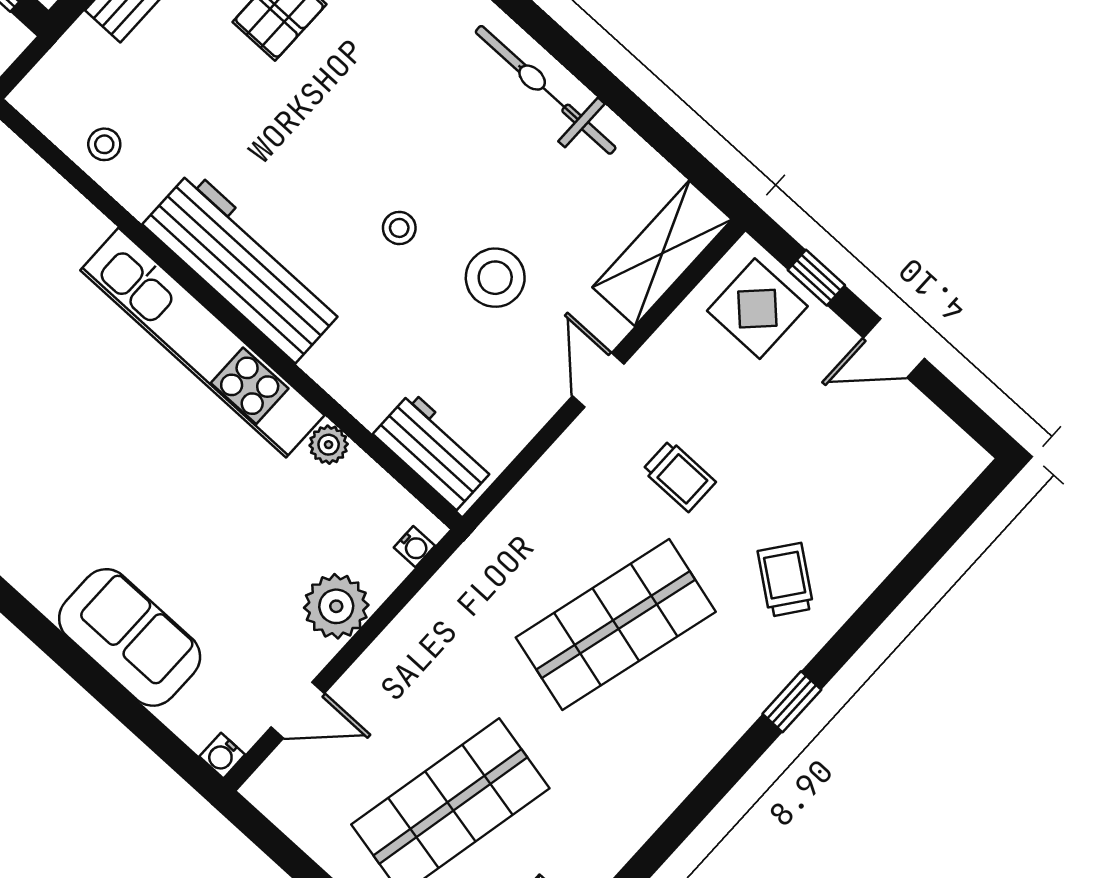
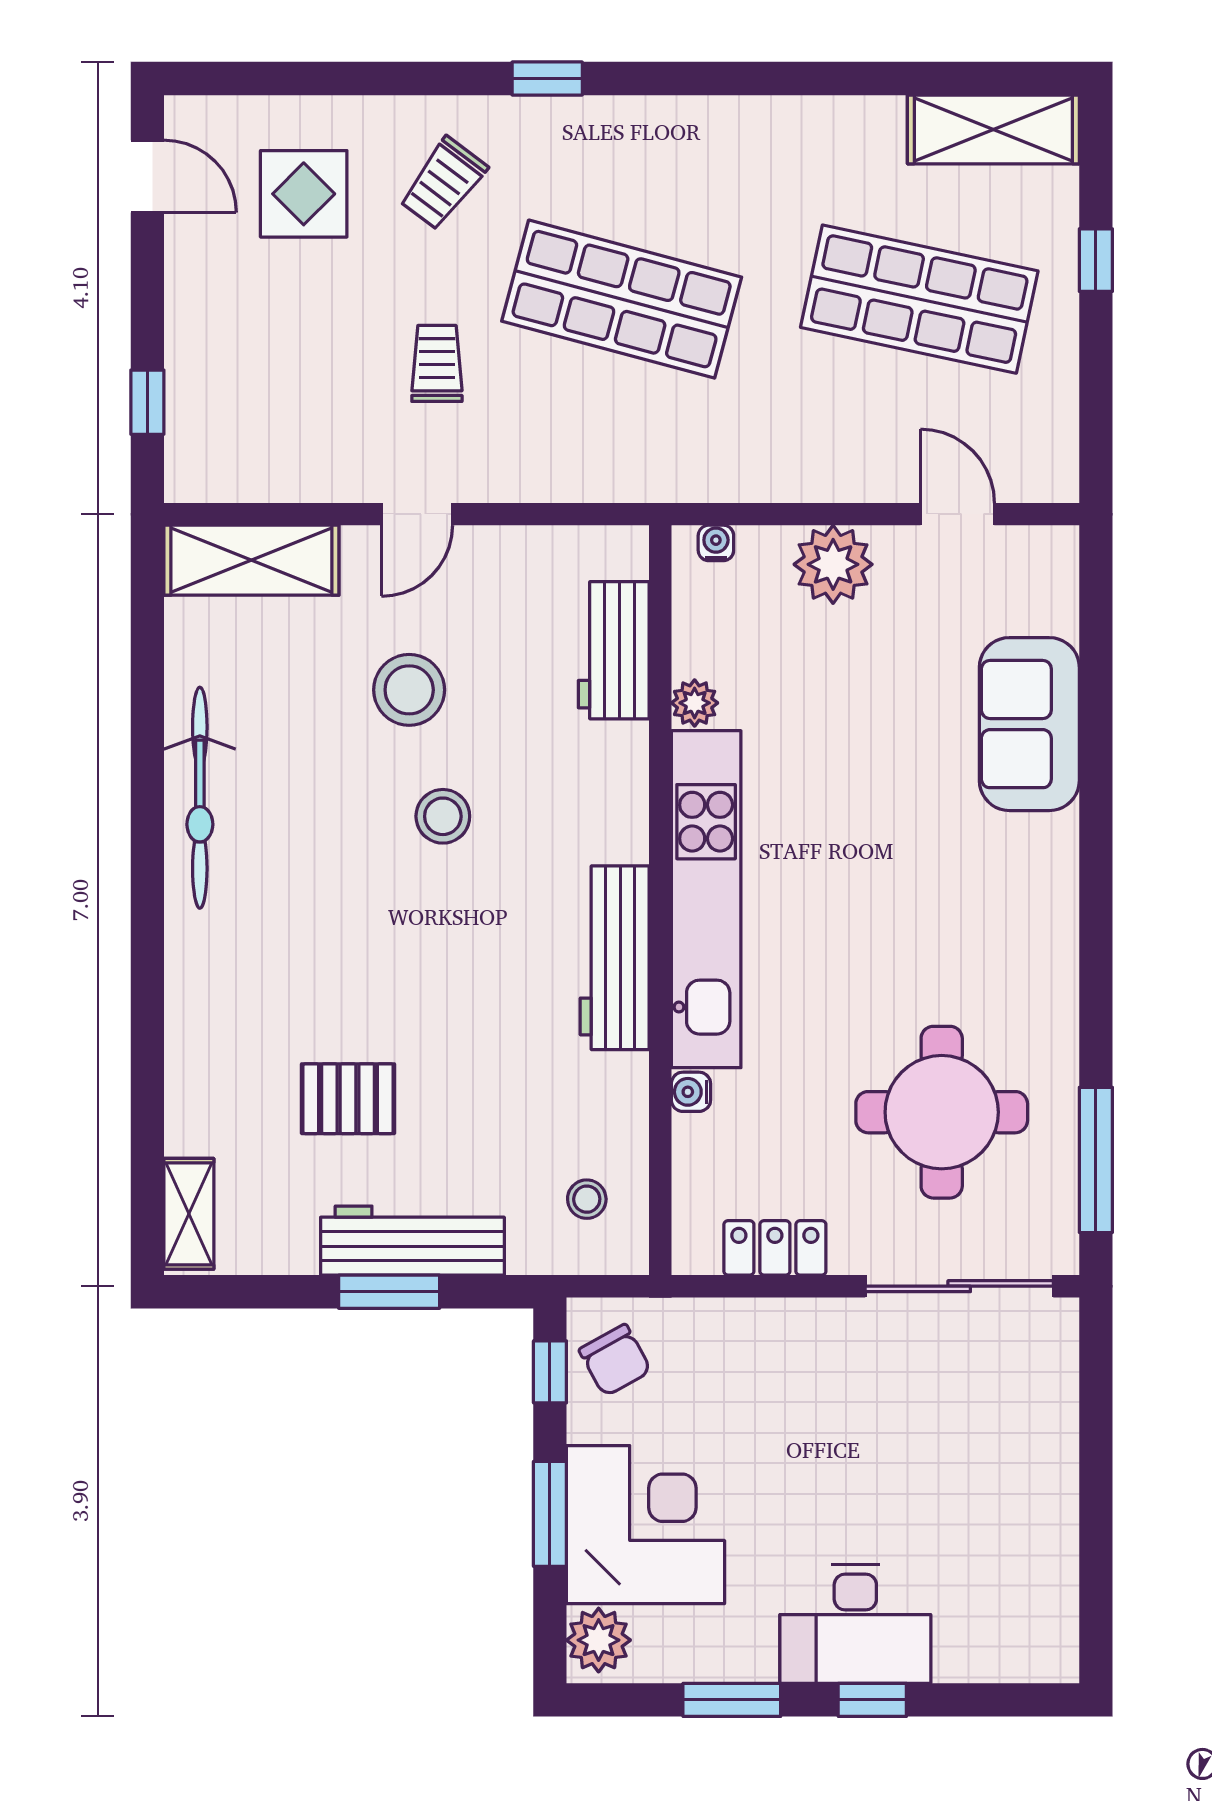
stool: (104, 144) -> (587, 1199), moved
stool: (399, 228) -> (443, 816), width x1.37, depth x1.37
workbench: (244, 266) -> (615, 958), width x0.73, depth x0.76
display table: (757, 309) -> (304, 194), moved
door: (894, 348) -> (147, 176), moved
workbench: (434, 451) -> (614, 650), moved
water cooler: (222, 756) -> (691, 1092), moved, turned 180

